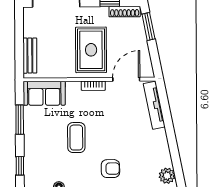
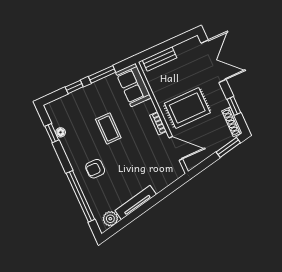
tv unit: (154, 105) -> (136, 202), moved
coffee table: (76, 138) -> (108, 128), turned 90
window: (20, 166) -> (74, 87), moved
armchair: (110, 169) -> (95, 169), turned 90

